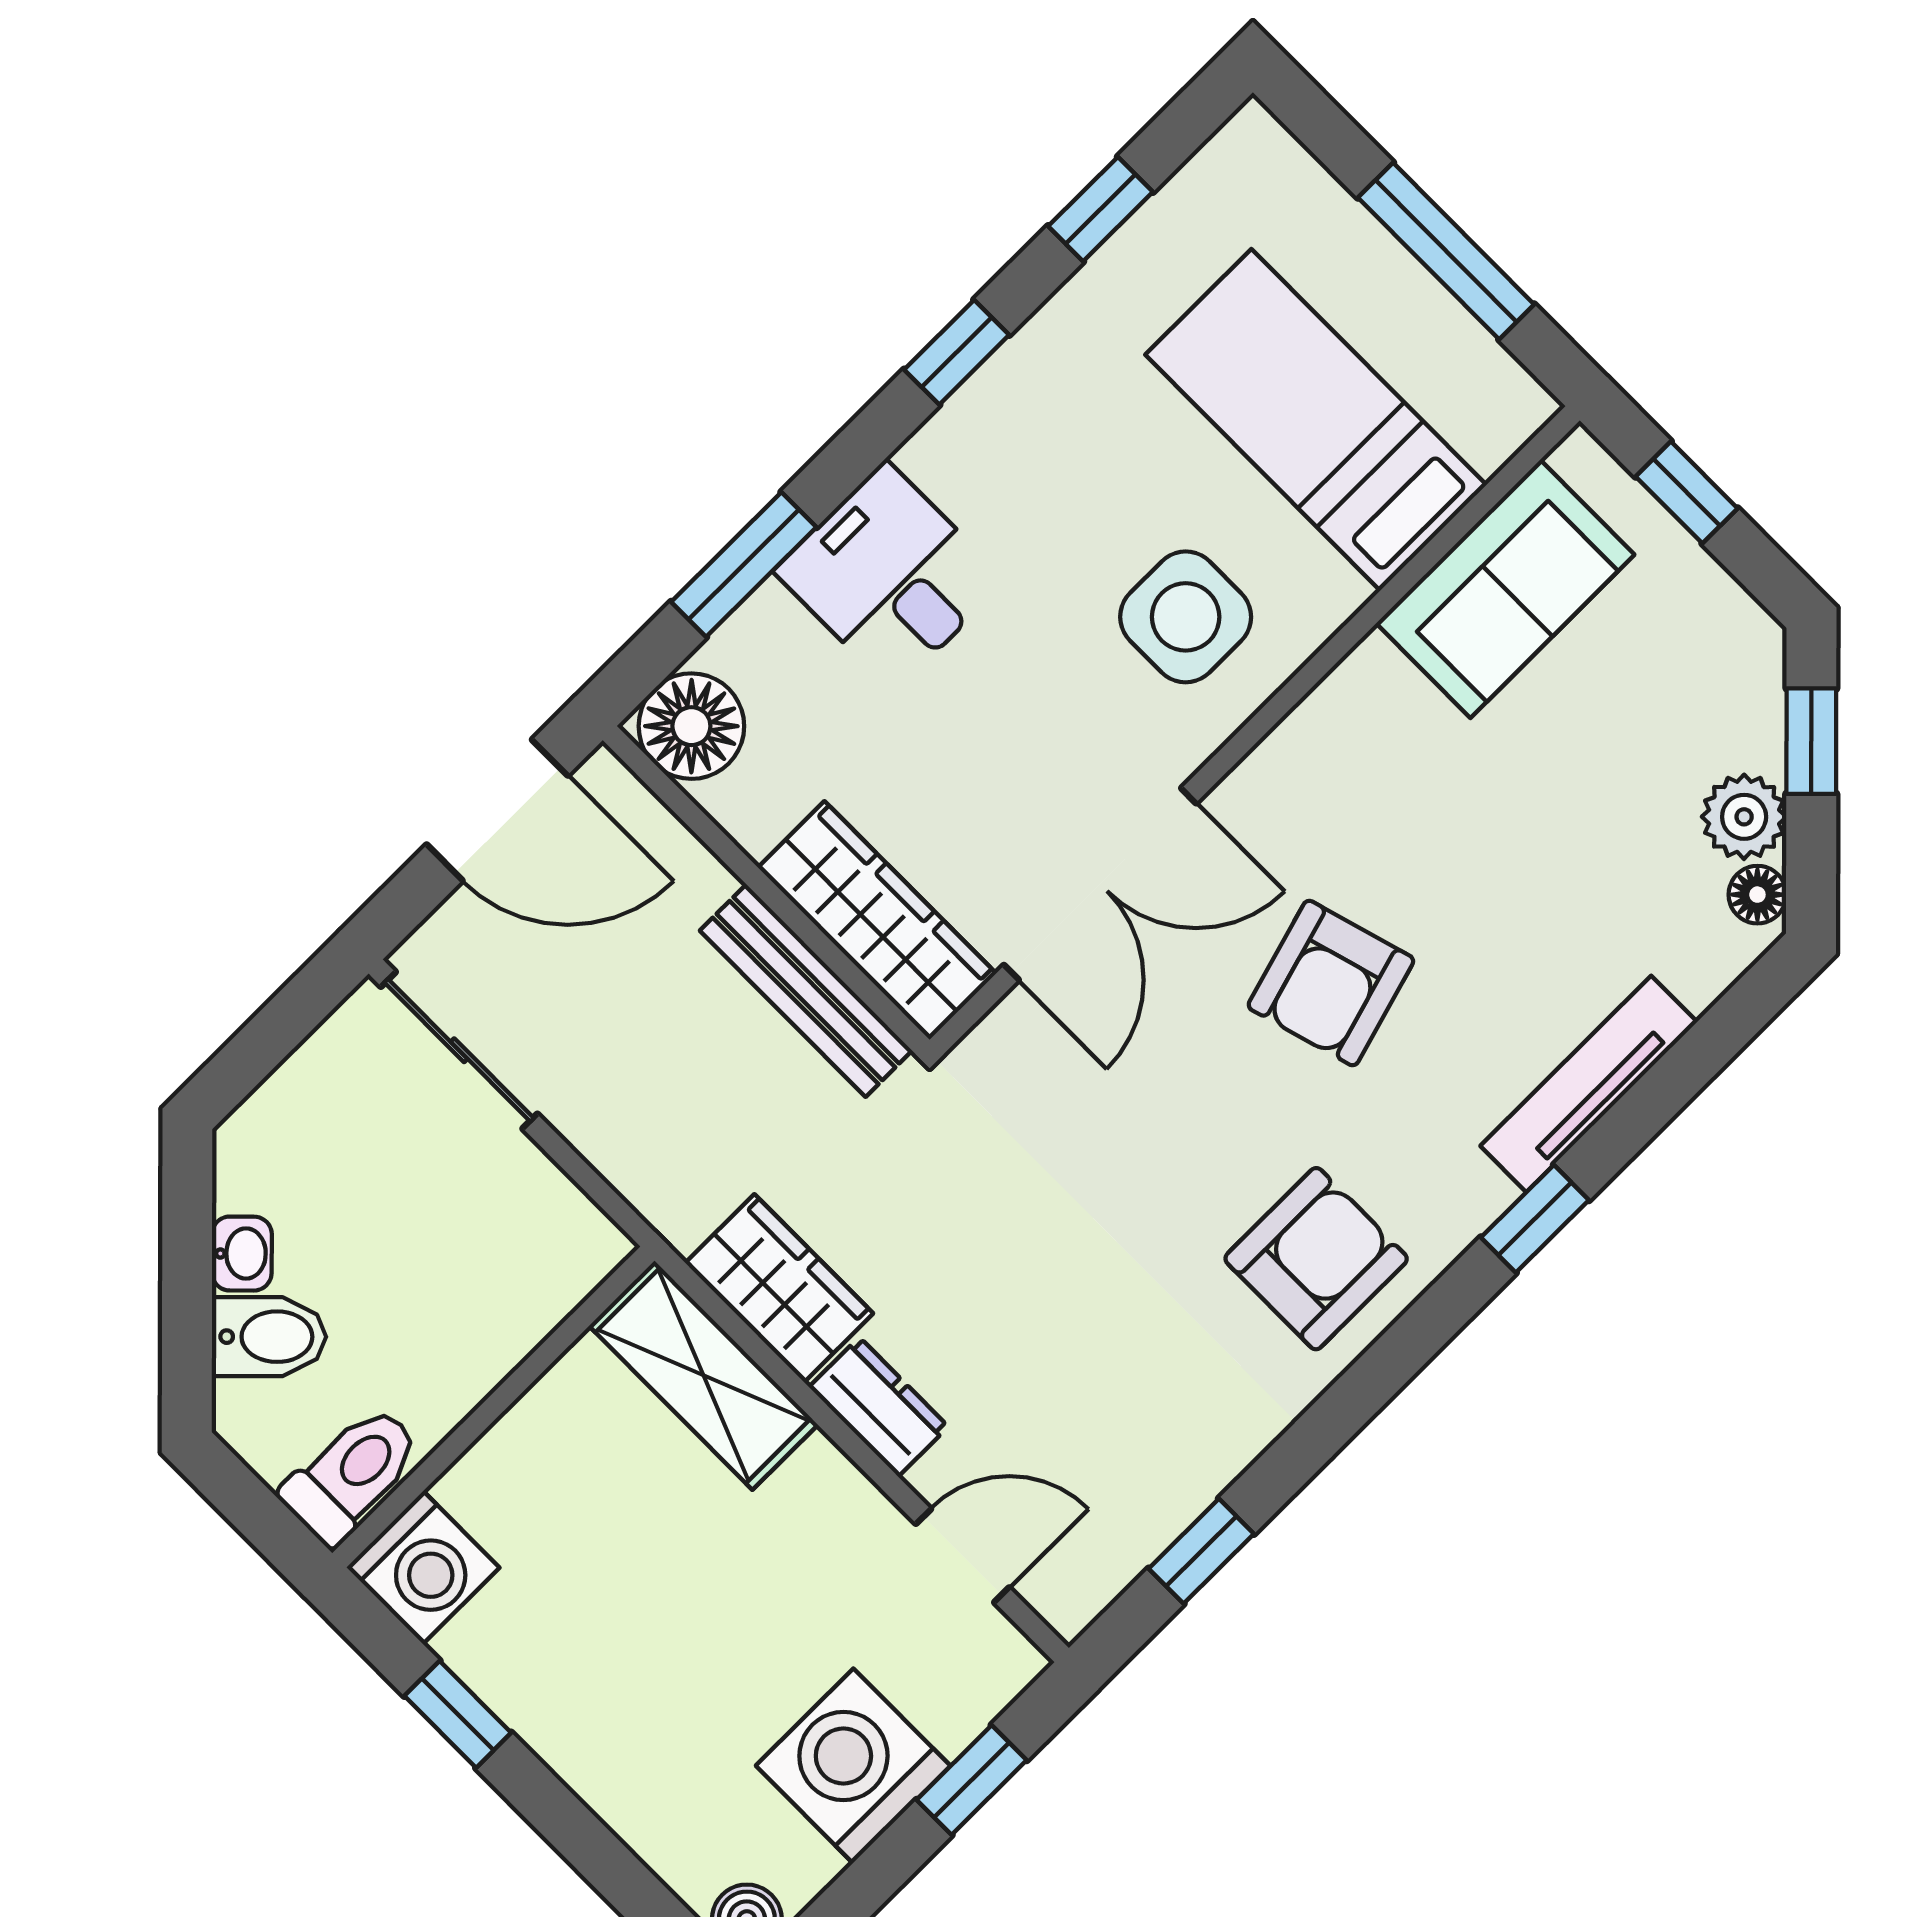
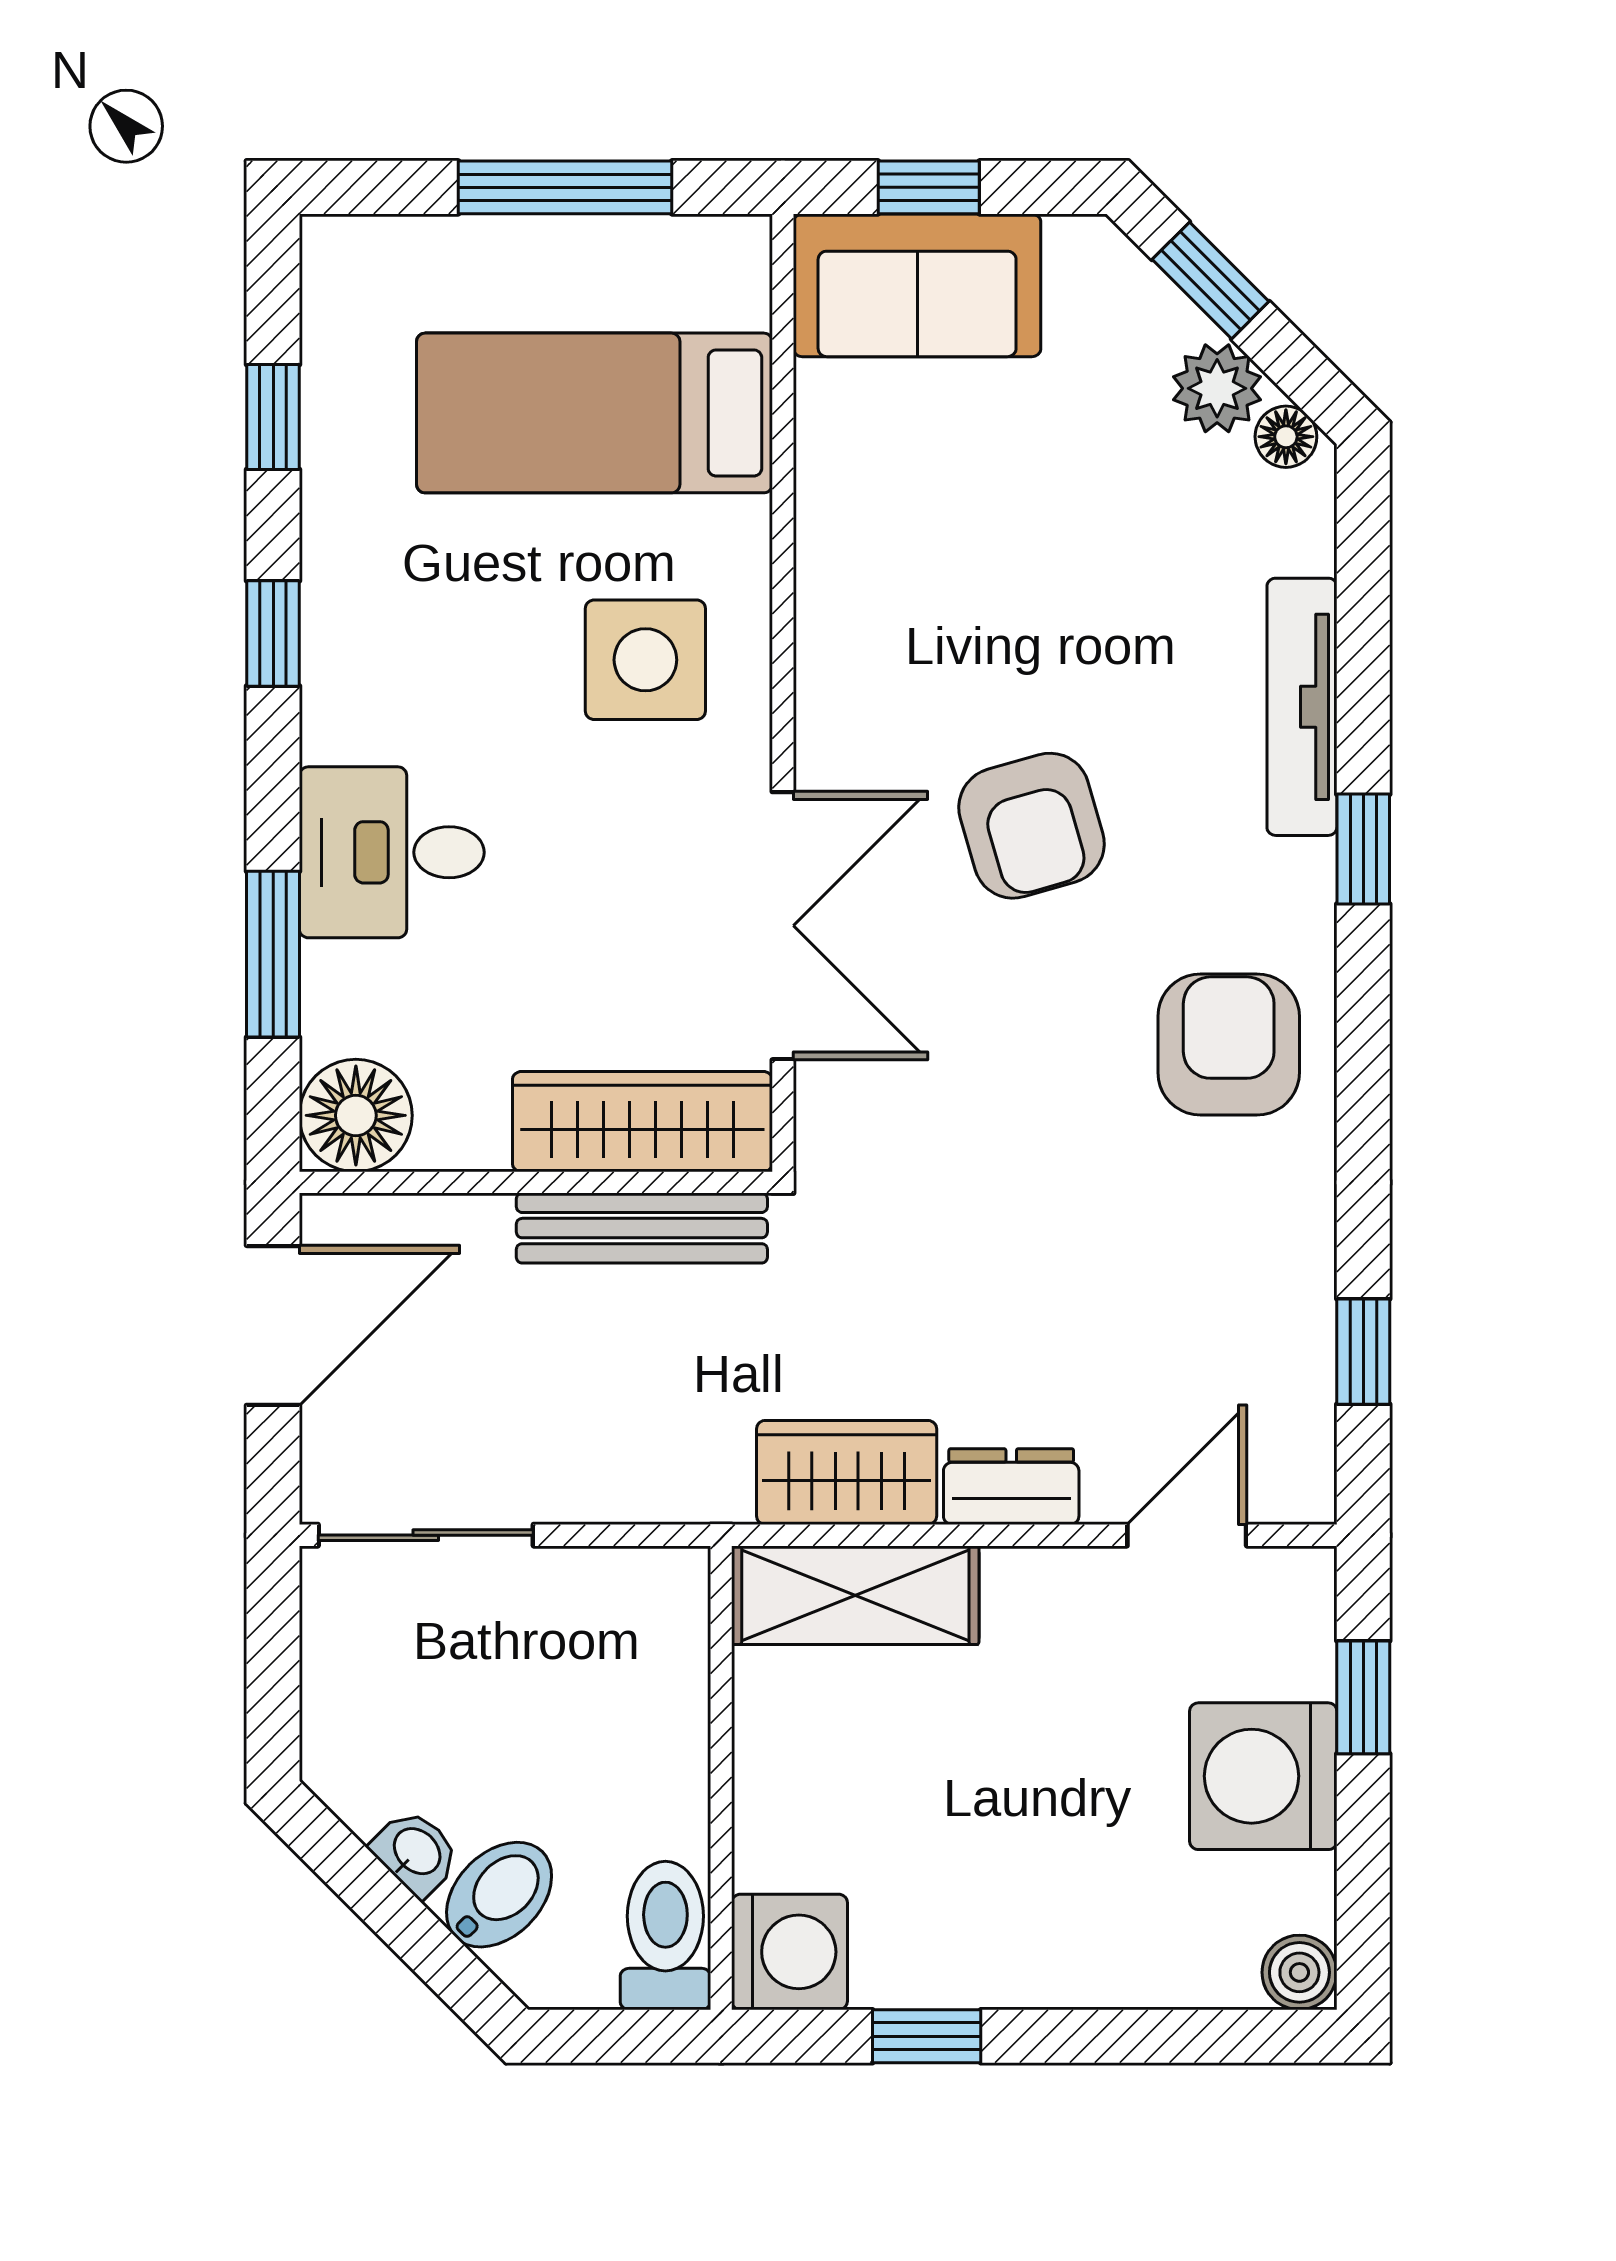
sofa: (1505, 589) -> (917, 285), moved, turned 90

